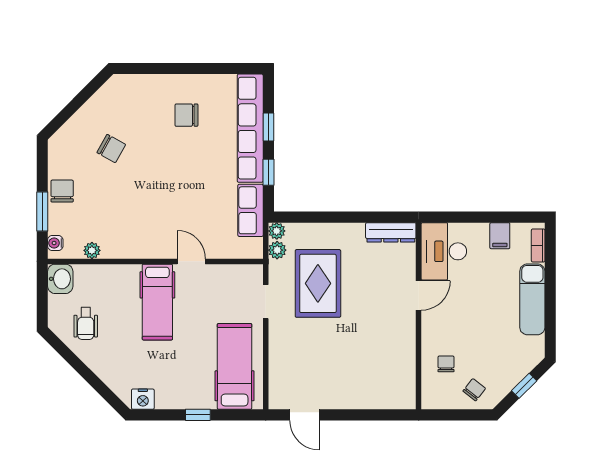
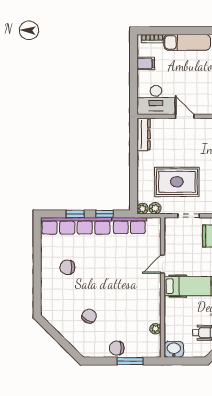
chair: (186, 115) -> (67, 267), turned 90
water cooler: (55, 243) -> (151, 353), removed

